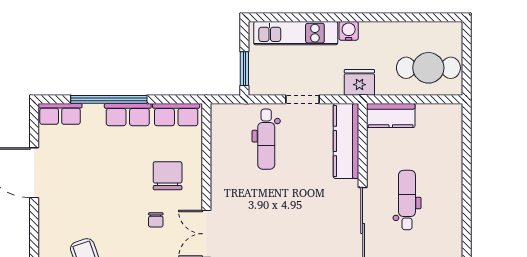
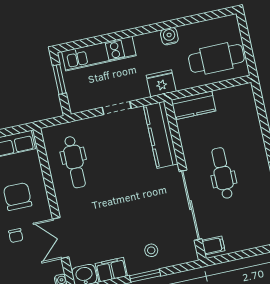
water cooler: (349, 31) -> (169, 36), moved
window: (244, 69) -> (59, 79), moved
dental chair: (266, 139) -> (75, 162), moved

